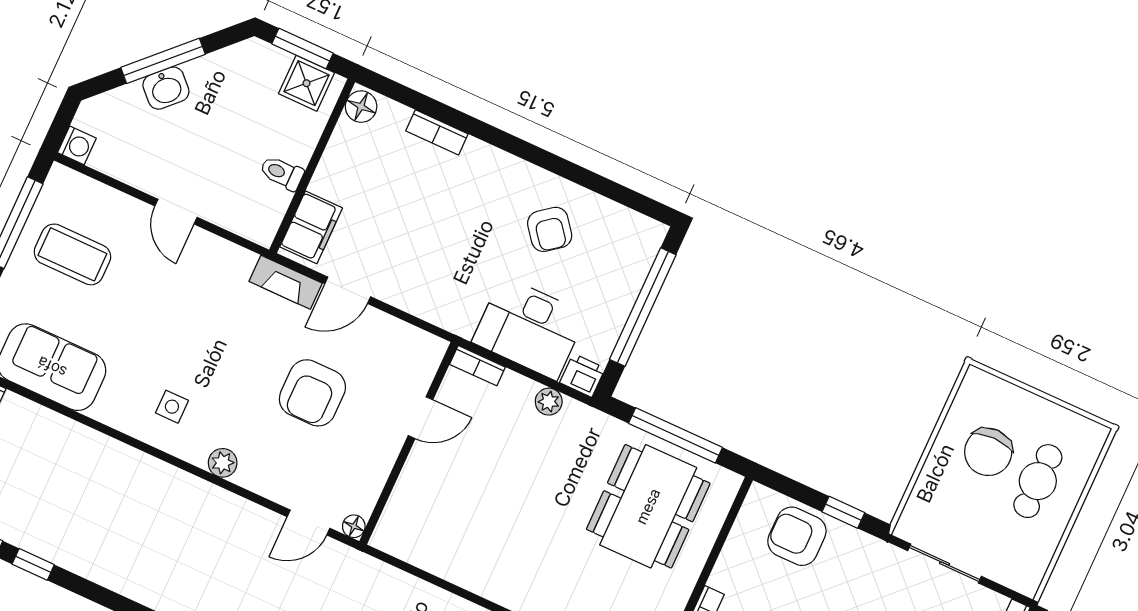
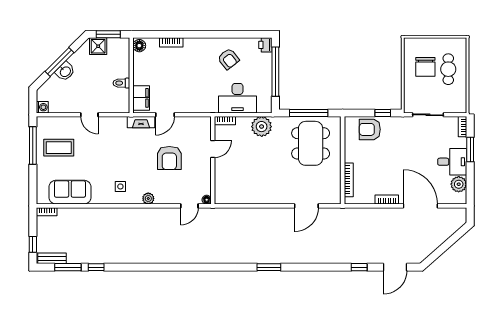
shower: (306, 83) -> (98, 46), moved
printer: (582, 375) -> (265, 45), moved, turned -90
plant: (549, 402) -> (262, 127), width x1.88, depth x1.88

